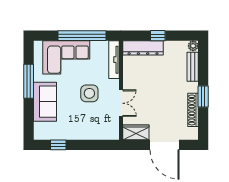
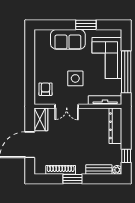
window: (158, 36) -> (126, 156), moved
window: (29, 81) -> (86, 25), width x0.69
armchair: (102, 127) -> (45, 89), added
window: (58, 145) -> (30, 51), removed

